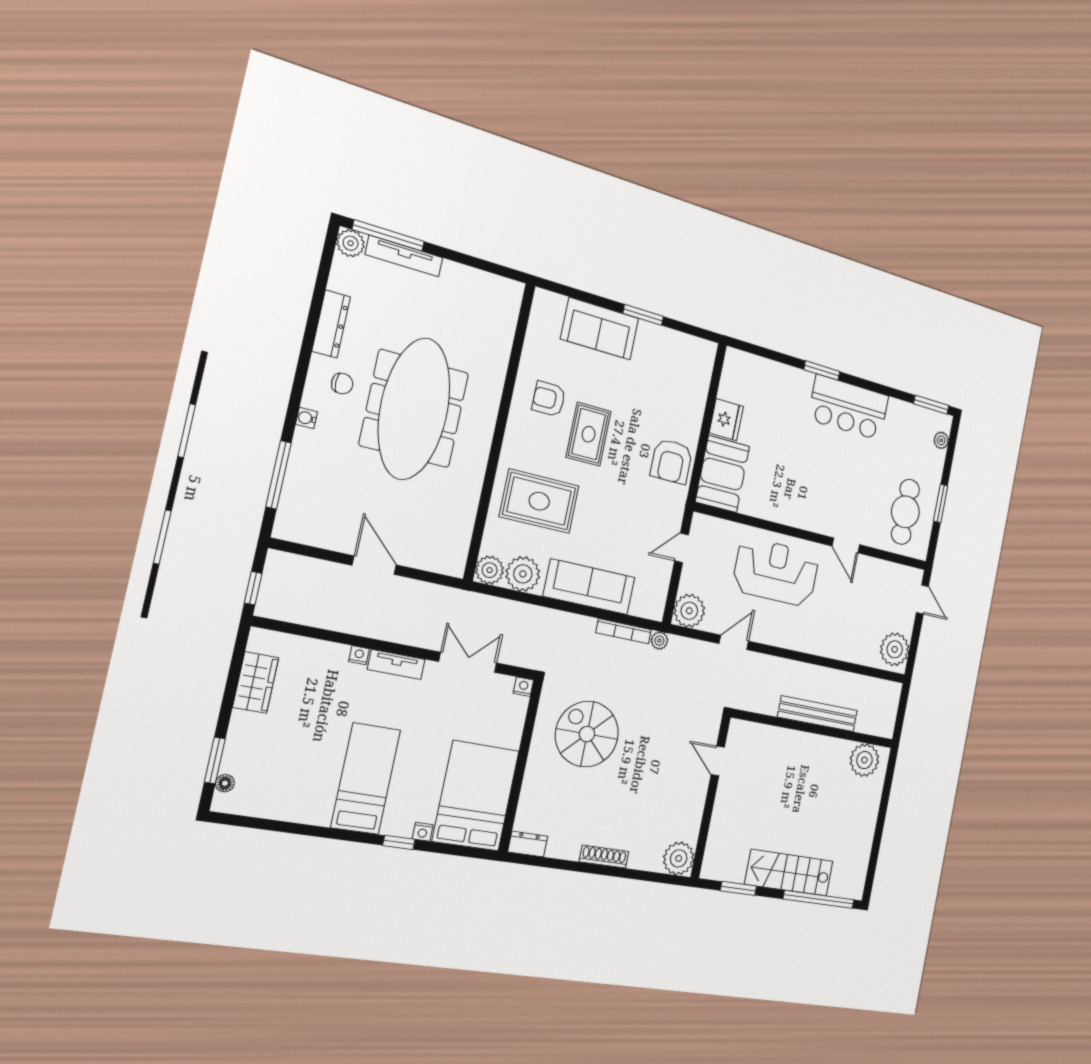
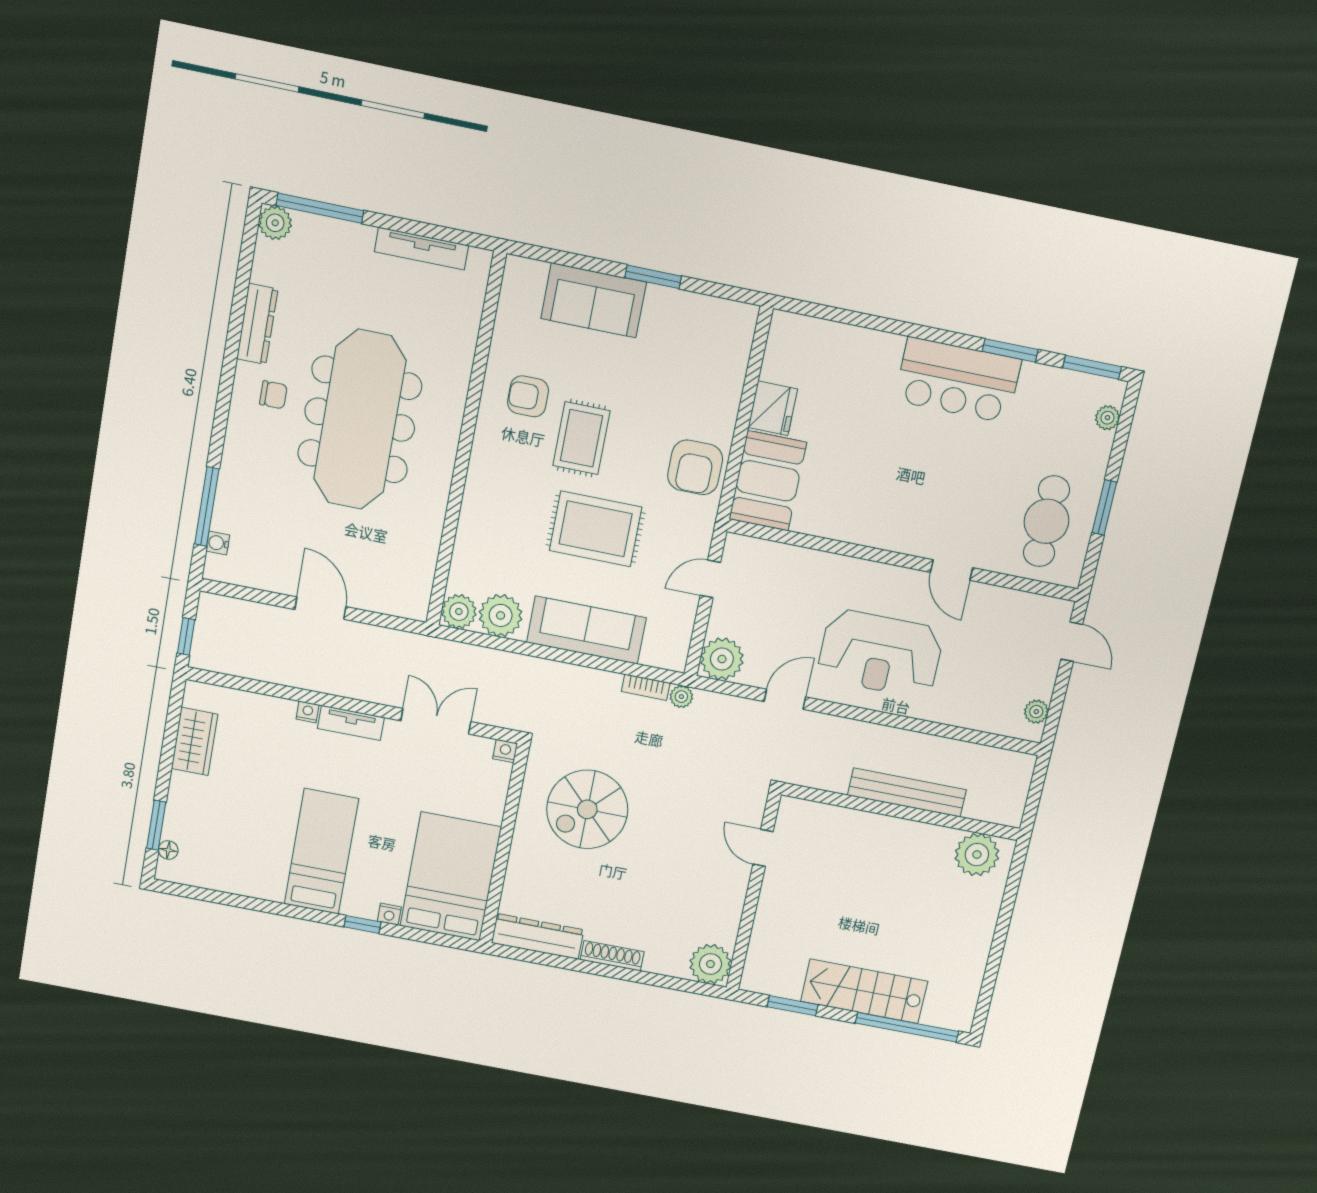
tv unit: (404, 256) -> (421, 249), moved
window: (822, 371) -> (1010, 350), moved
water cooler: (306, 418) -> (218, 543), moved
rug: (539, 501) -> (596, 529), moved
reception desk: (776, 572) -> (880, 654), moved, turned 180
bookcase: (624, 631) -> (646, 687), width x0.64
plant: (895, 649) -> (1036, 712), width x0.53, depth x0.53
spiral stairs: (587, 734) -> (587, 809), turned -90
dresser: (528, 844) -> (538, 936), width x1.96, depth x1.24

